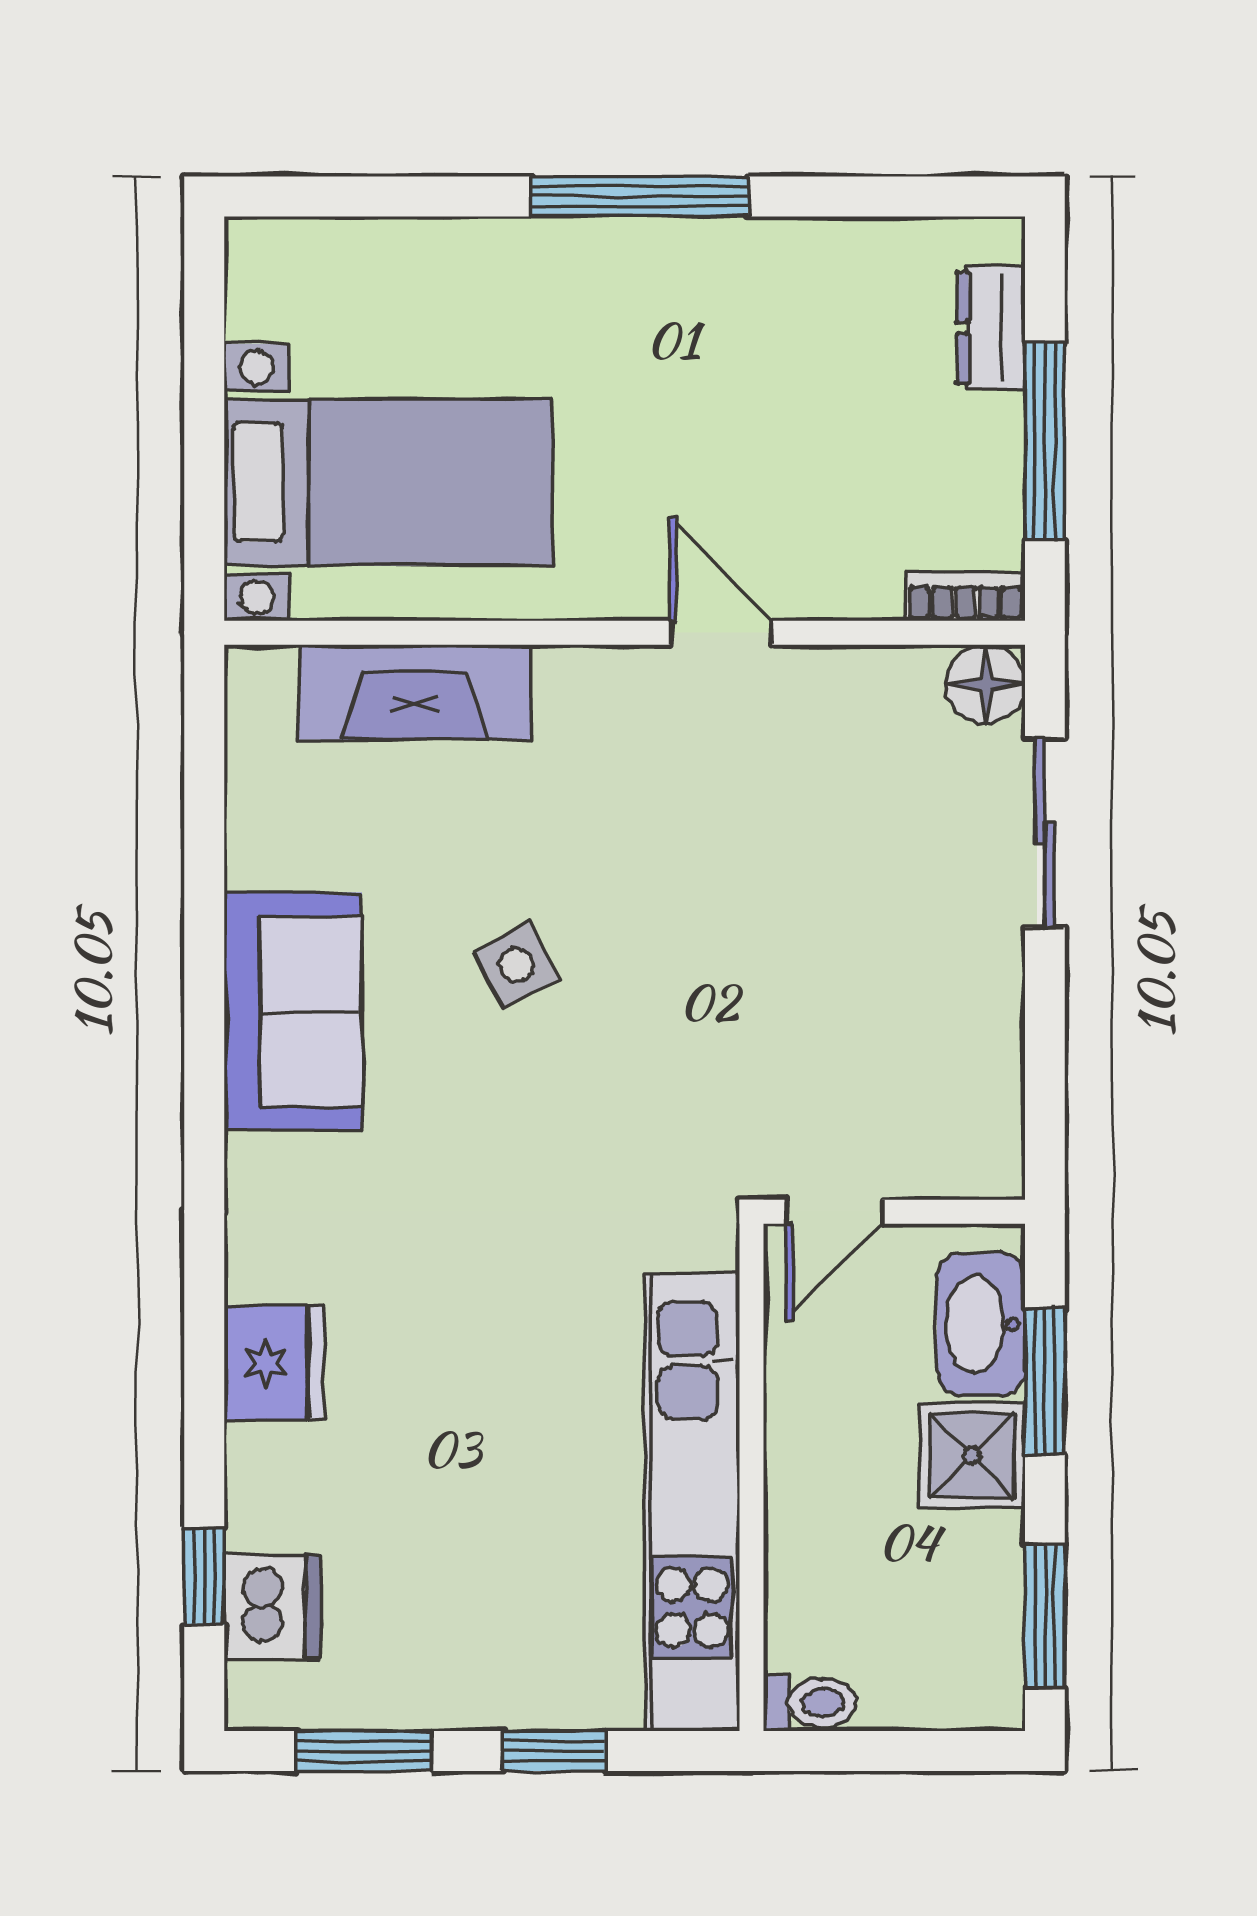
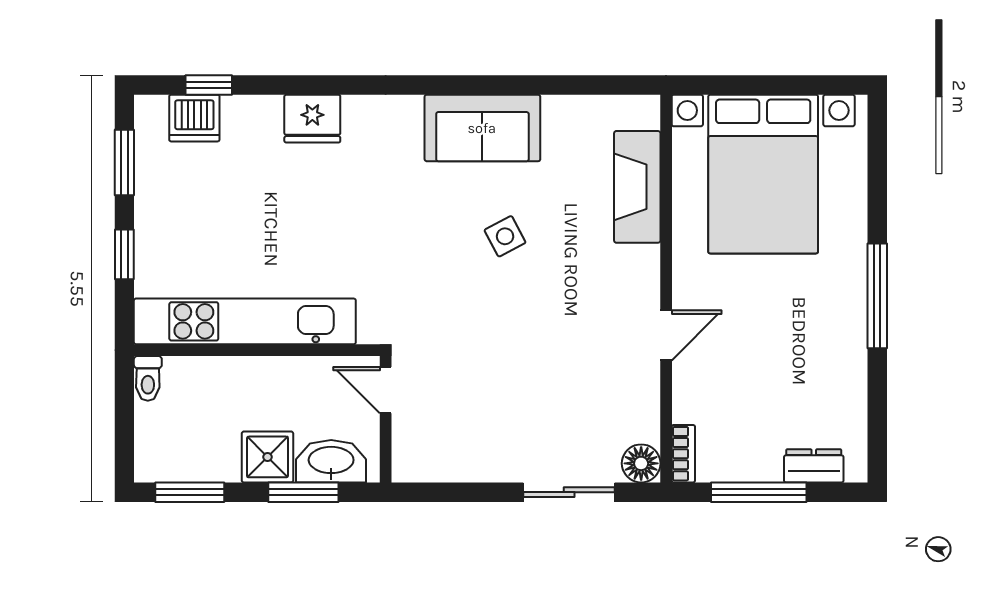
bed with nightstands: (388, 482) -> (763, 174), width x1.36

